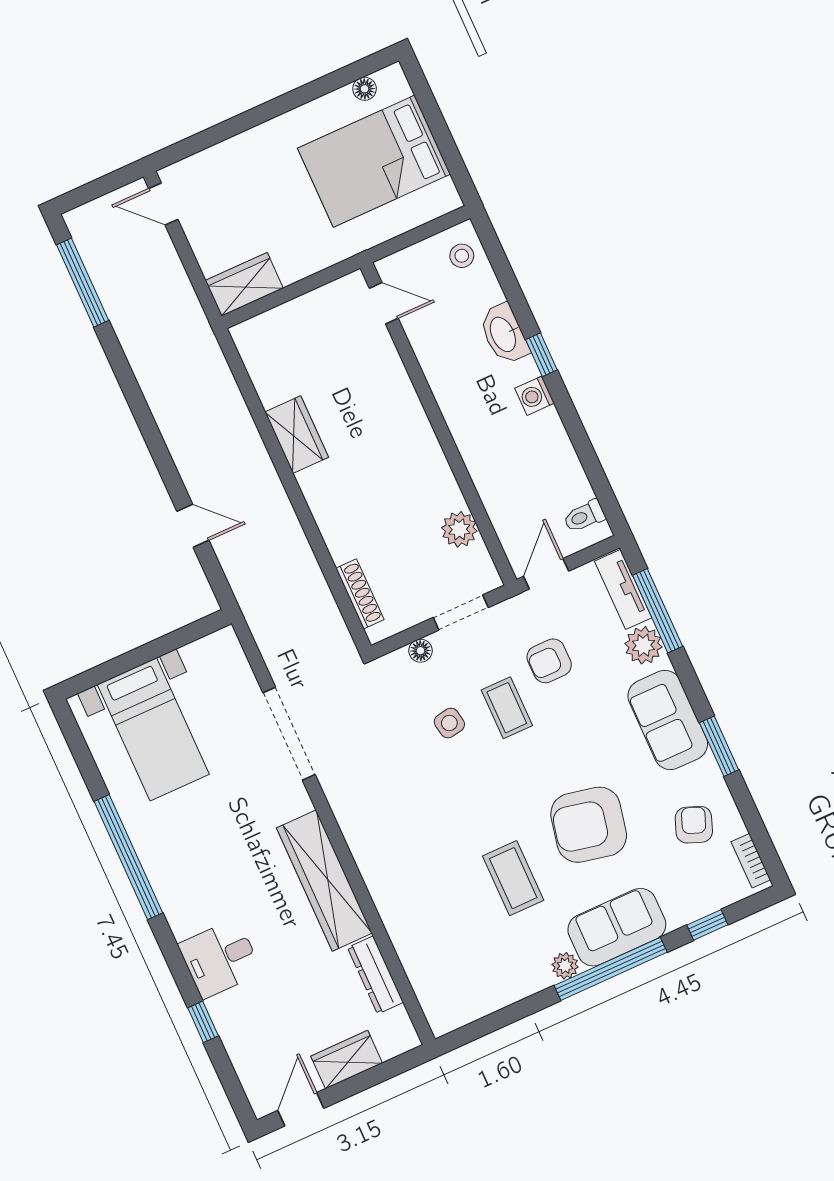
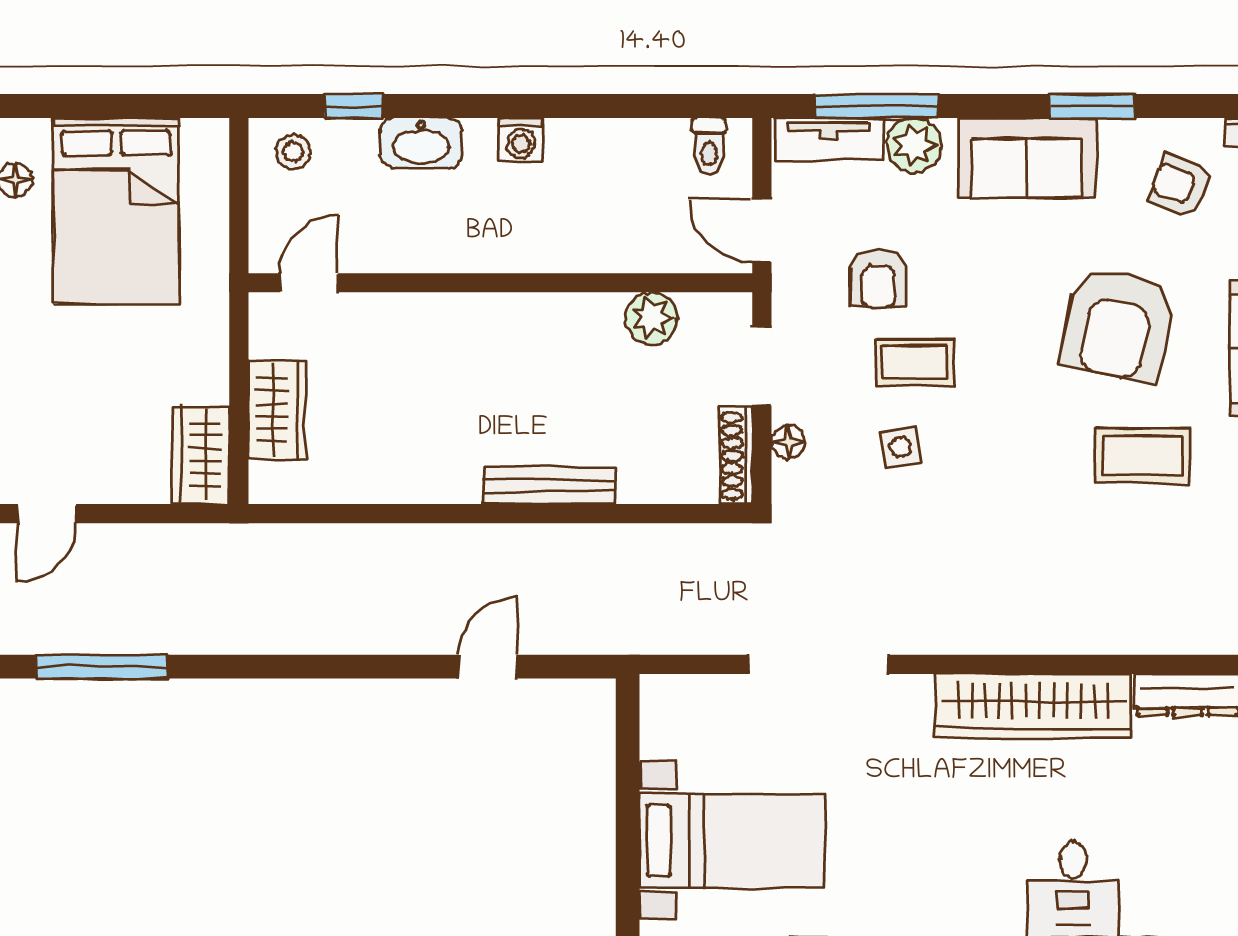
window: (541, 355) -> (353, 106), moved
wardrobe: (297, 435) -> (277, 410), moved, turned 90
bench: (324, 512) -> (549, 486), added
shoe rack: (360, 594) -> (736, 456), moved, turned -90

